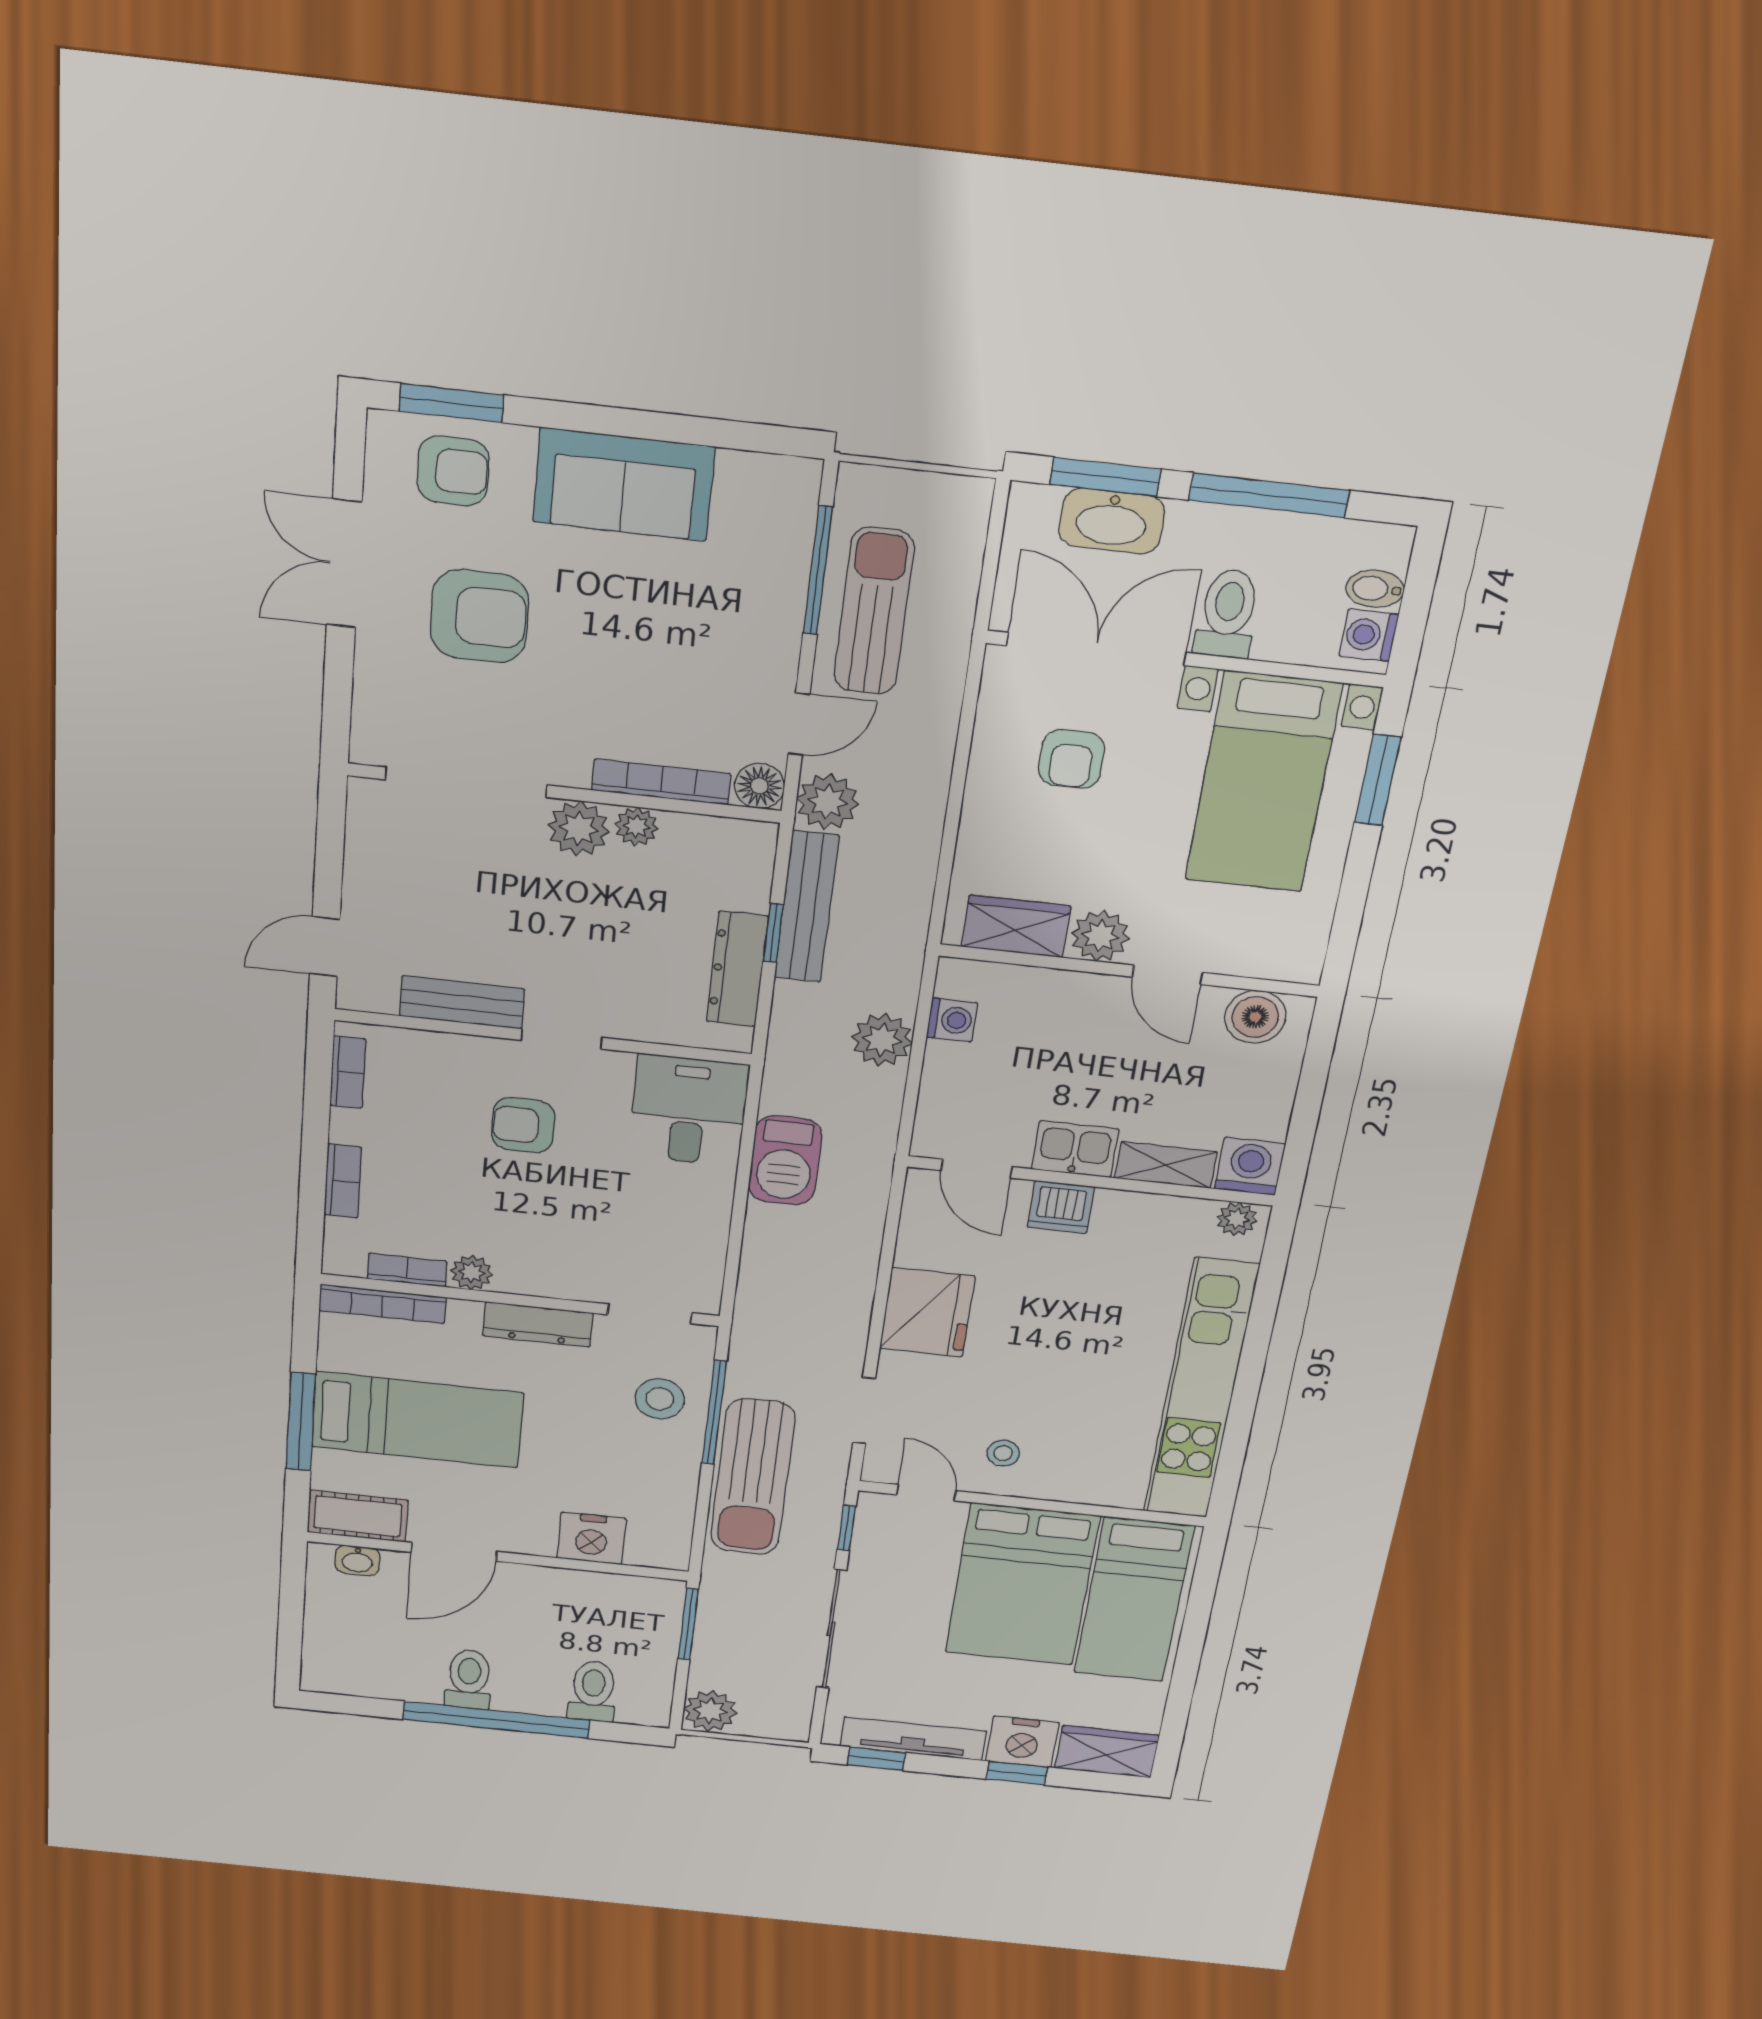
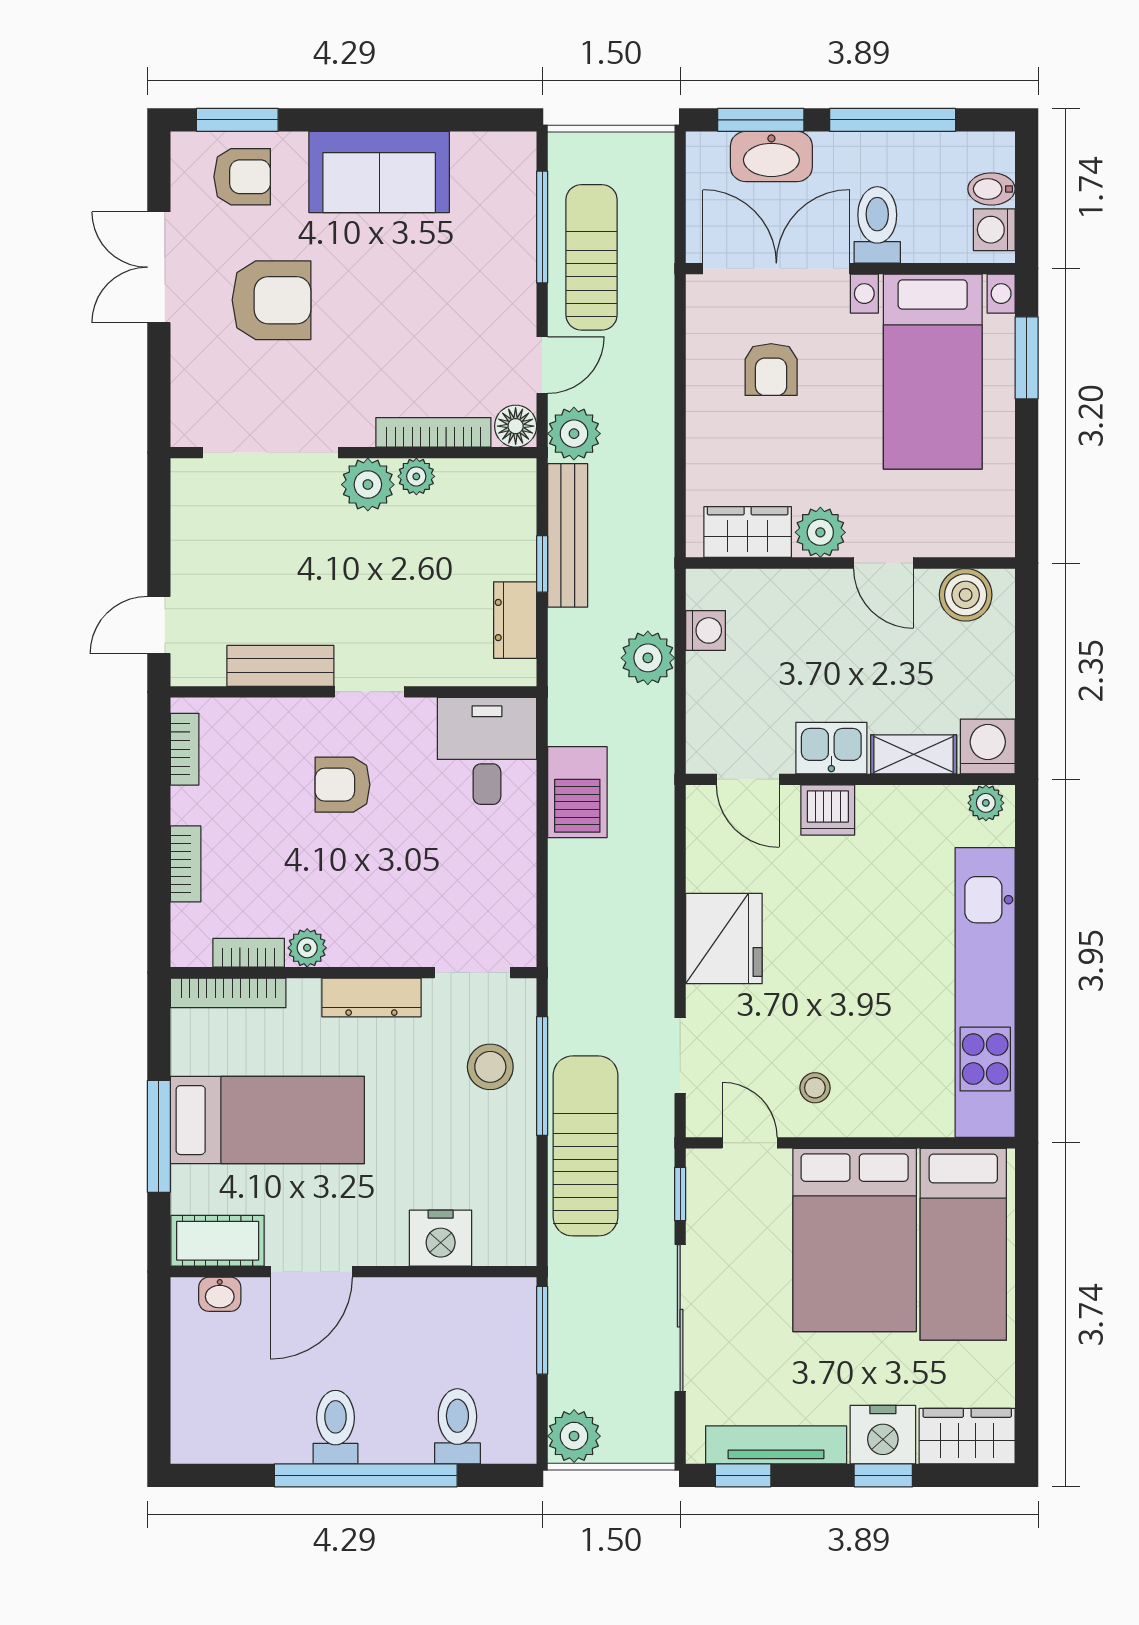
dresser: (737, 969) -> (515, 620), width x0.70
sun lounger: (753, 1477) -> (586, 1146), turned 180

